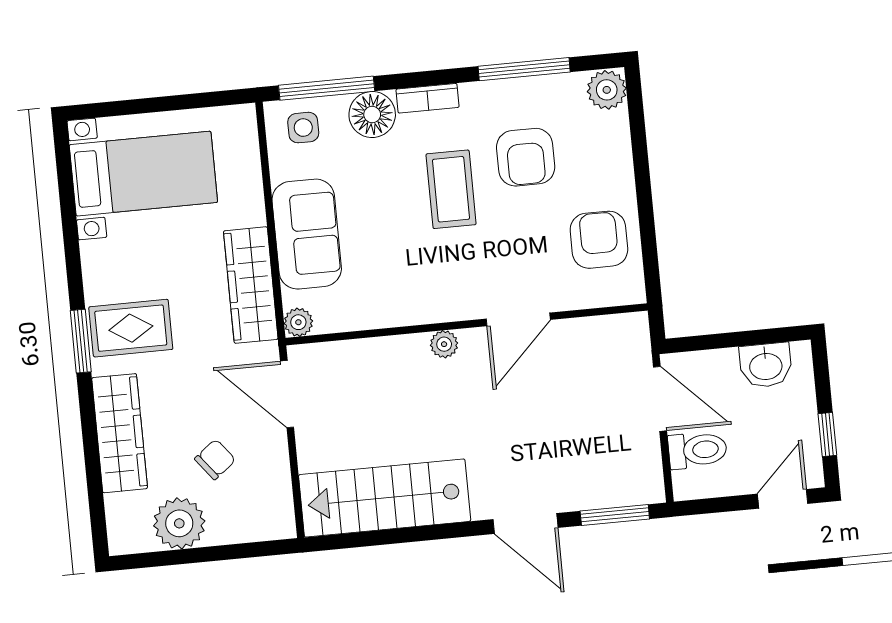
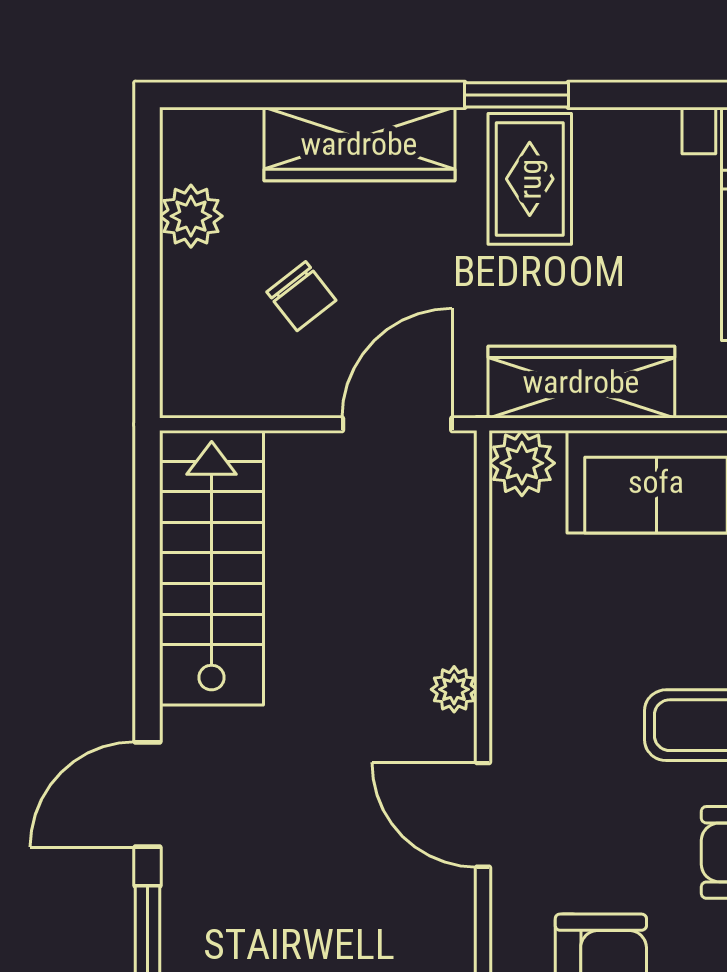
plant: (298, 322) -> (522, 463), width x1.38, depth x1.38
plant: (179, 523) -> (191, 216), width x0.73, depth x0.73

